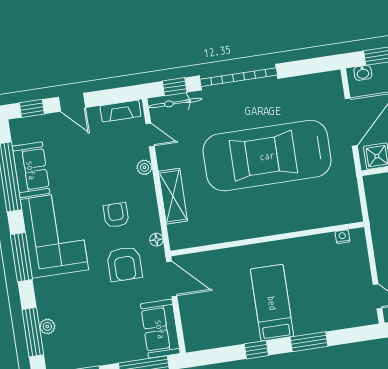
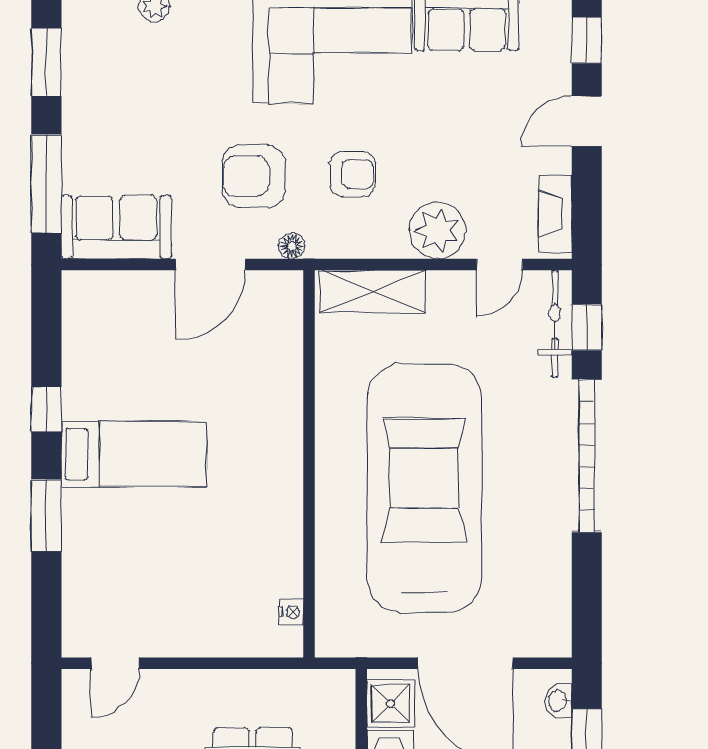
plant: (144, 167) -> (438, 231), width x1.87, depth x1.87
nightstand: (342, 237) -> (291, 612), moved
wall: (267, 239) -> (309, 464), moved

